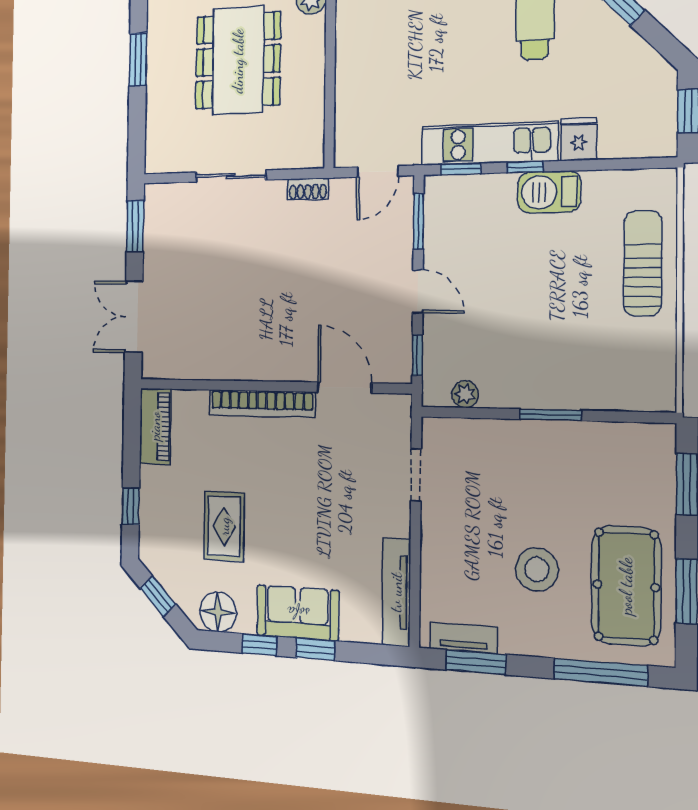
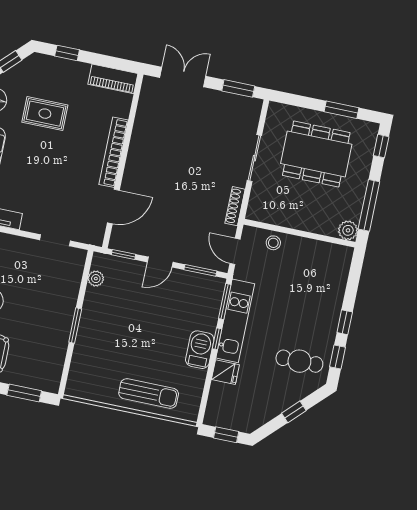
dining table: (238, 61) -> (316, 154), moved
stool: (353, 113) -> (273, 243), added
window: (461, 169) -> (225, 301), width x1.50
shoe rack: (308, 189) -> (235, 206), width x1.43

